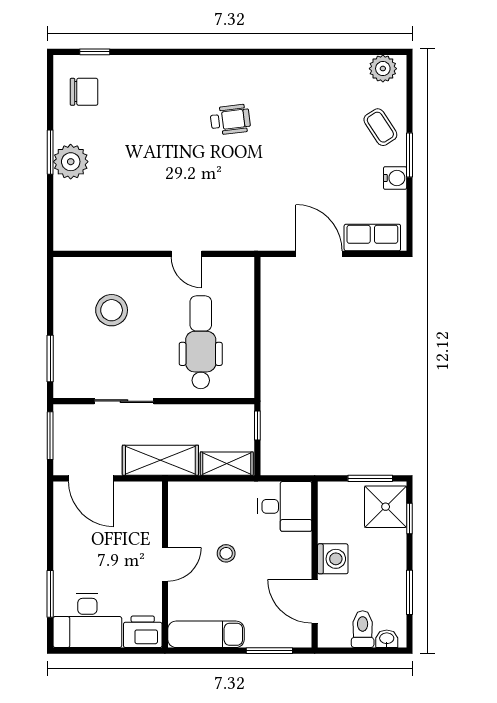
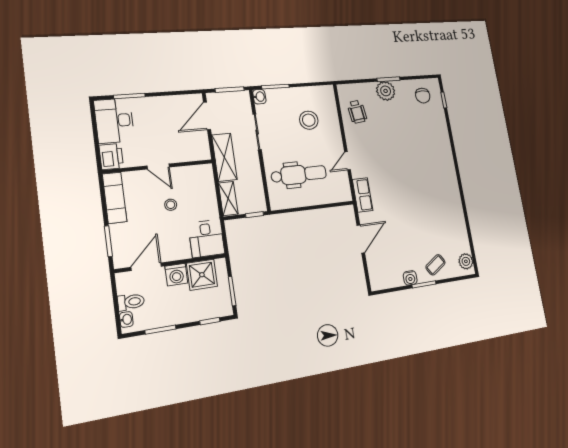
wheelchair: (230, 120) -> (357, 112), moved
row of seats: (372, 237) -> (363, 195), moved
washbasin: (65, 388) -> (259, 97), added
shower: (386, 507) -> (202, 275), moved

